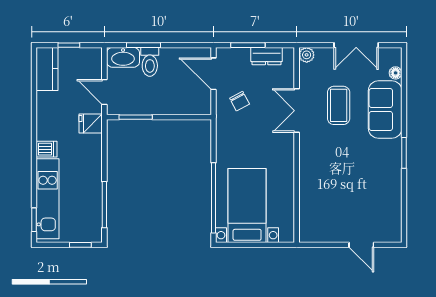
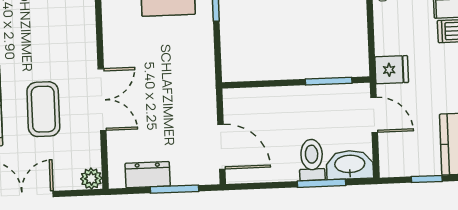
chair: (240, 101) -> (183, 110), removed

